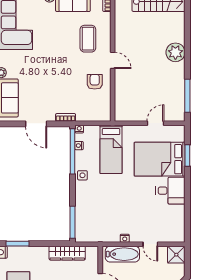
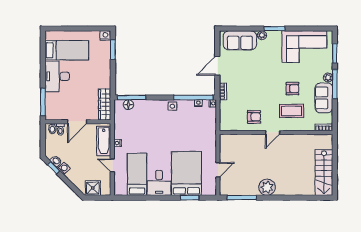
armchair: (62, 38) -> (293, 89), added
plant: (175, 52) -> (267, 187), moved
door: (155, 123) -> (218, 170), hinge flipped
bed: (111, 149) -> (137, 174), moved, turned 90
floor lamp: (81, 226) -> (128, 105), added
door: (150, 244) -> (112, 165), hinge flipped
wardrobe: (67, 253) -> (105, 104), moved
shower: (176, 255) -> (93, 188), moved

